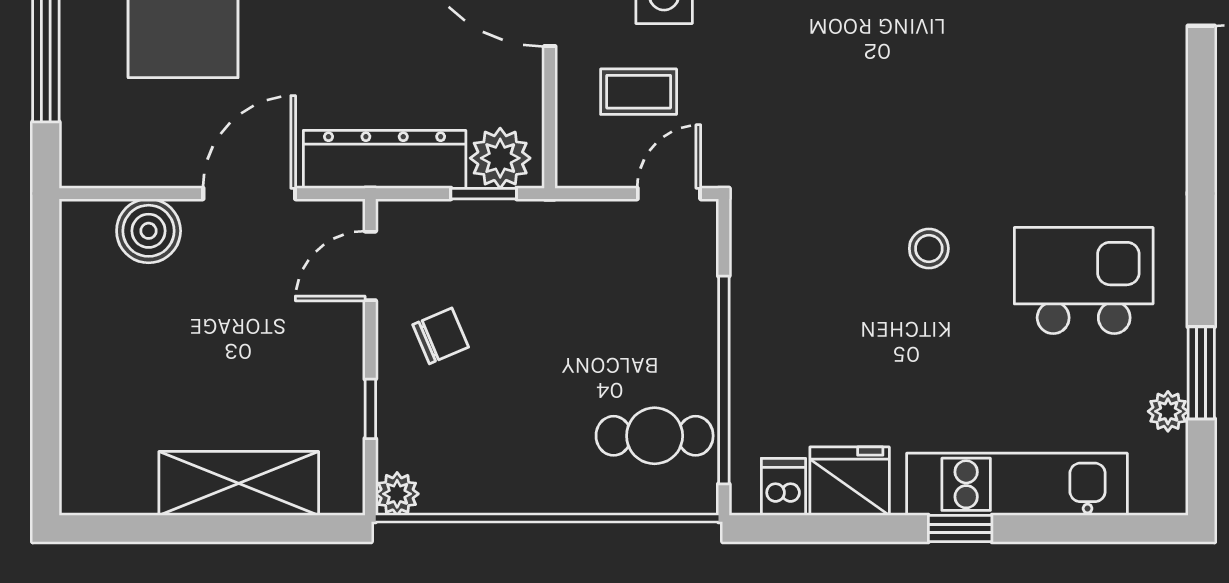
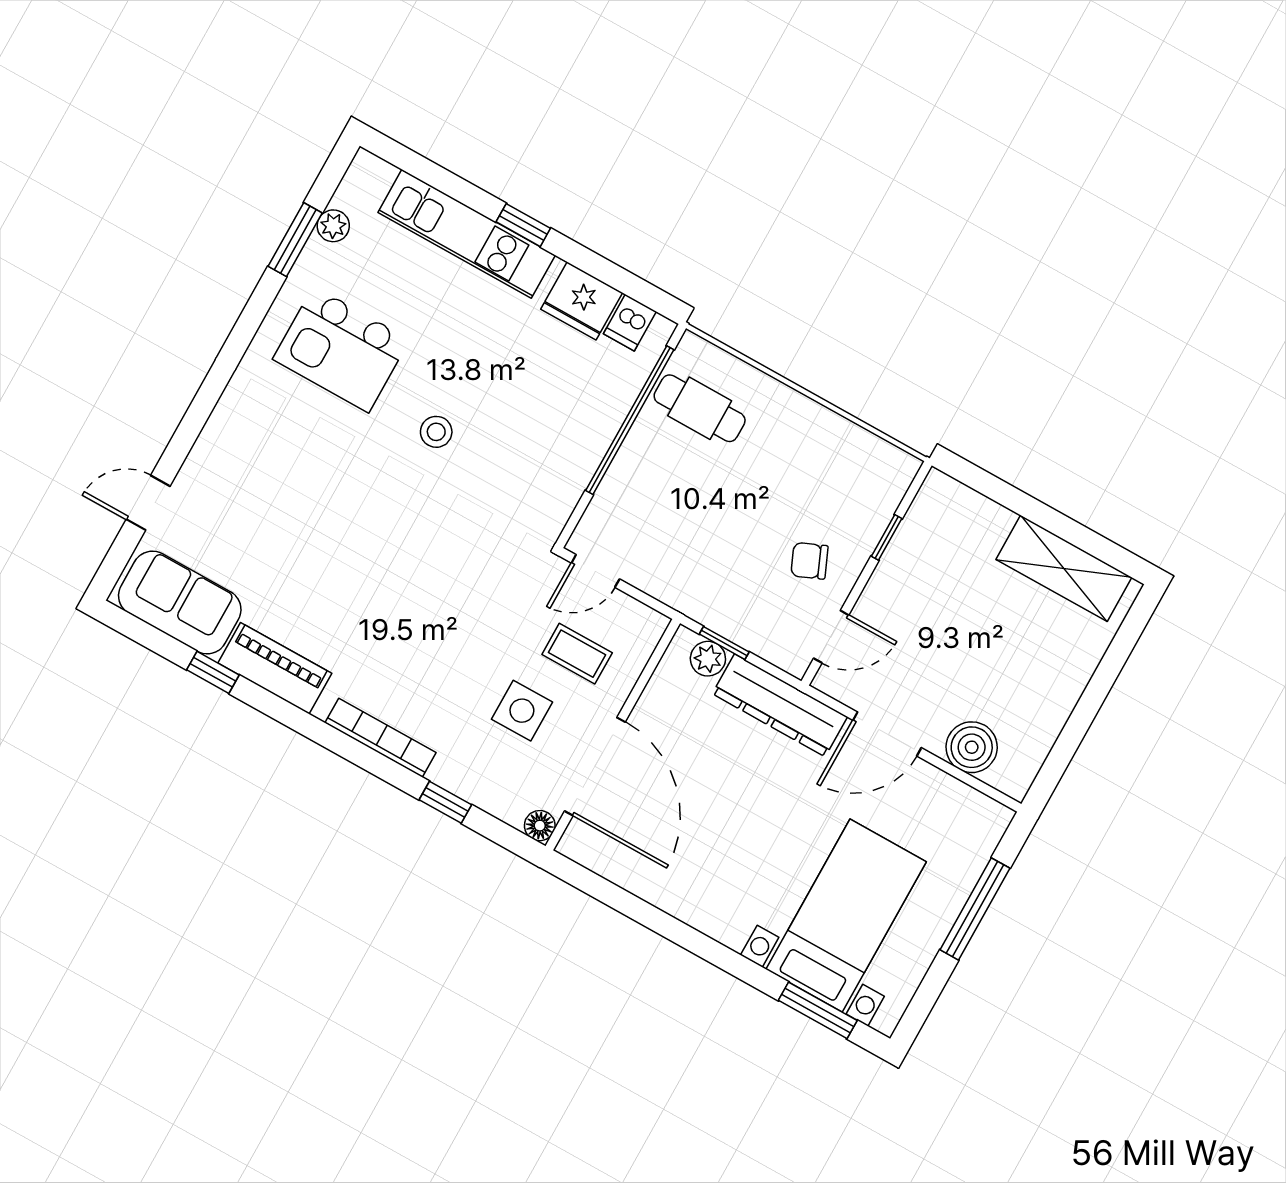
plant: (500, 158) -> (708, 659), width x0.73, depth x0.73
shelving: (239, 483) -> (1064, 568), moved
plant: (397, 494) -> (901, 468), removed

